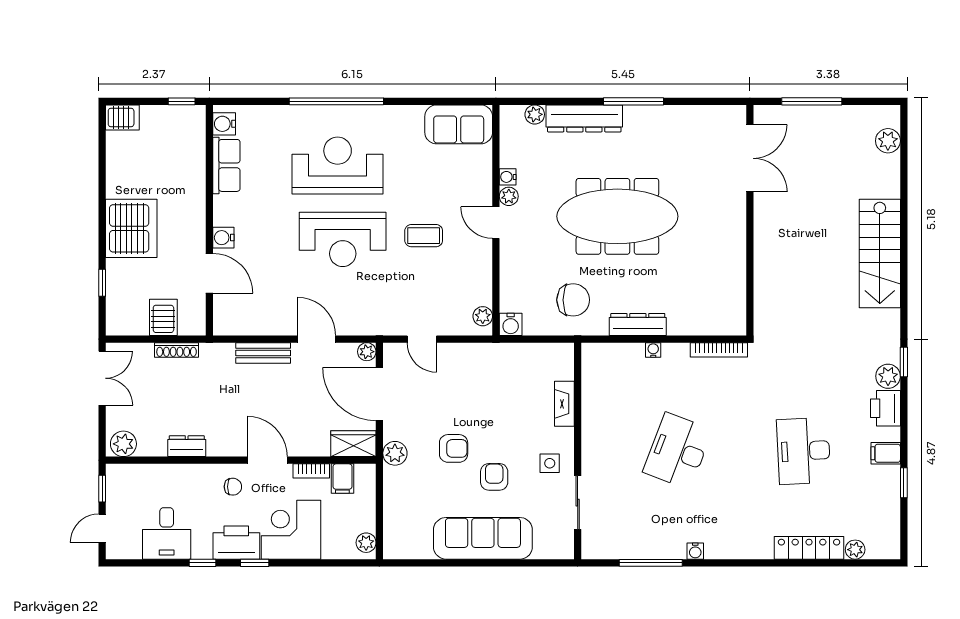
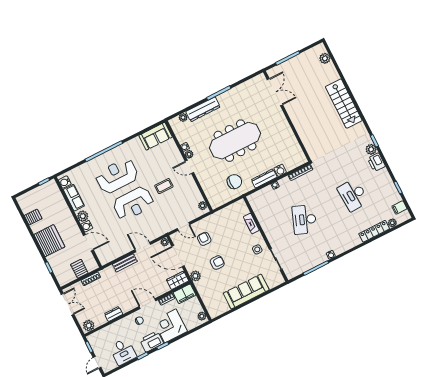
server rack: (122, 117) -> (33, 217), moved
plant: (225, 213) -> (83, 216), added
water cooler: (511, 324) -> (280, 170), moved
filing cabinet: (886, 453) -> (399, 207), moved
armchair: (494, 477) -> (204, 239), moved
filing cabinet: (342, 479) -> (184, 294), width x2.00

